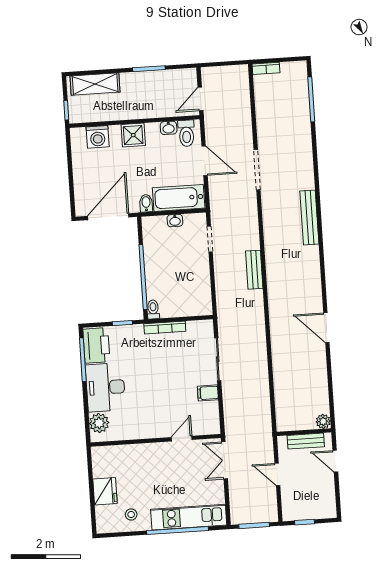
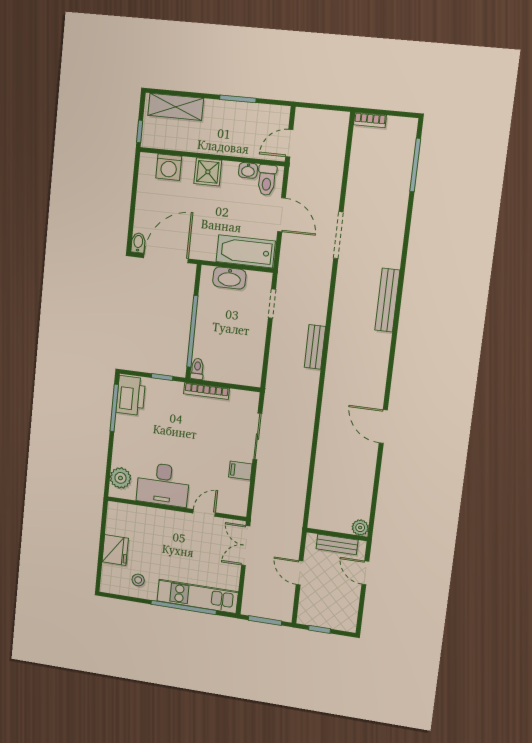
bidet: (146, 203) -> (138, 243), moved
washbasin: (175, 221) -> (229, 278), width x1.91, depth x1.45
desk: (105, 387) -> (163, 484), moved, turned -90

